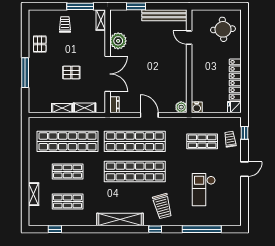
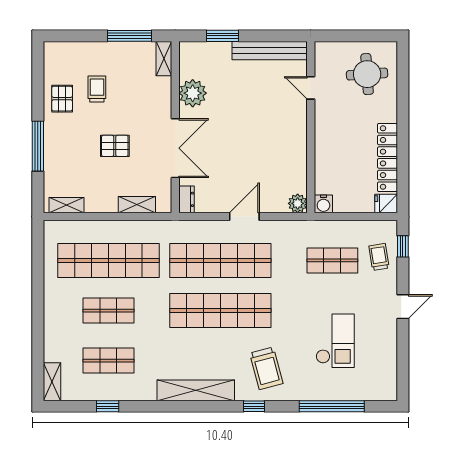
trolley: (65, 24) -> (97, 89), moved
shelving: (62, 108) -> (67, 205), moved
door: (149, 115) -> (244, 217), hinge flipped
checkout: (204, 190) -> (335, 341), turned 180
shelving: (34, 194) -> (52, 382), moved
window: (55, 229) -> (108, 406), moved

